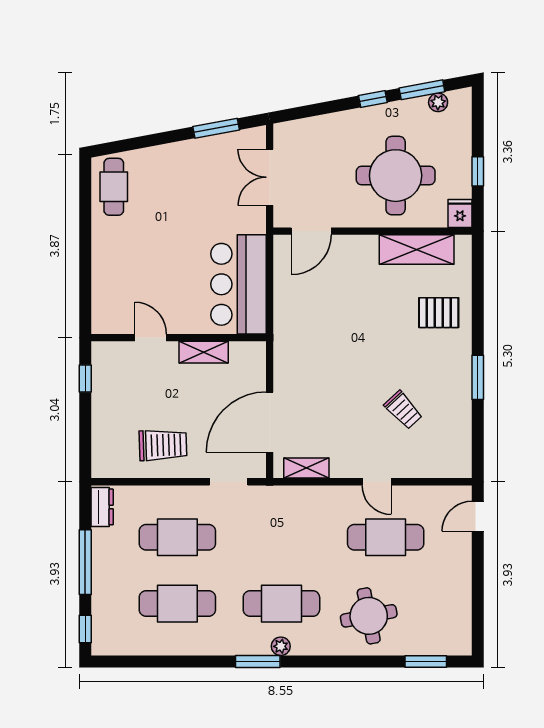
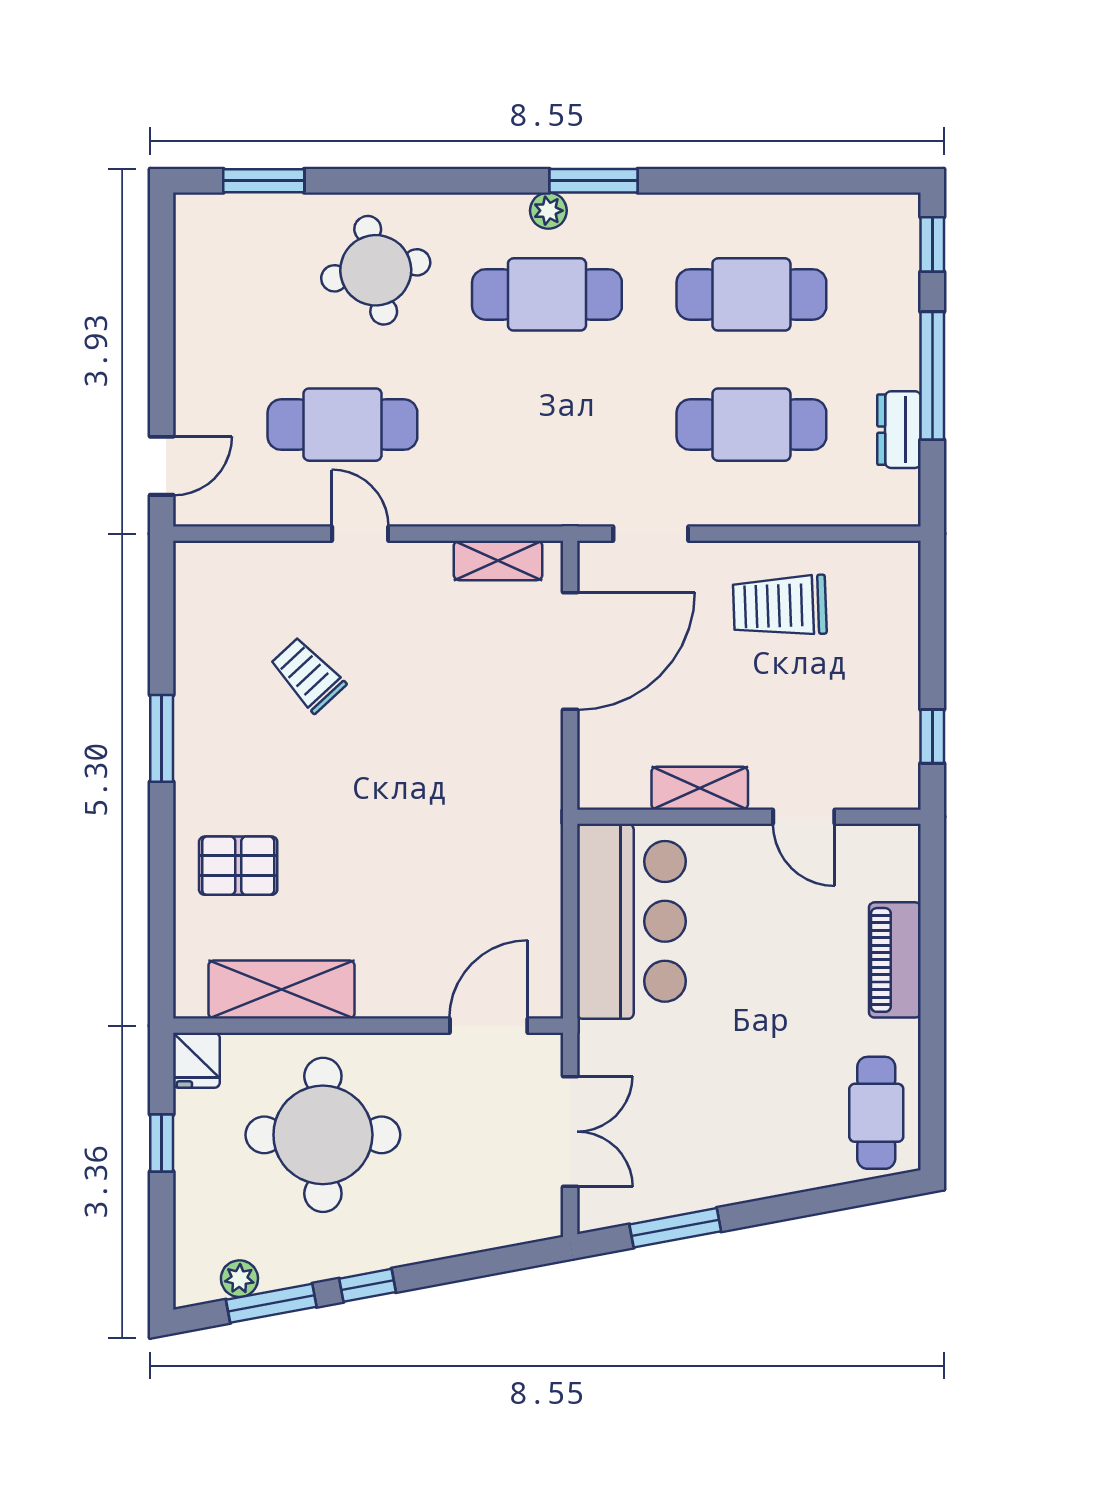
piano: (104, 265) -> (895, 960), added
dresser: (102, 507) -> (899, 430), moved

